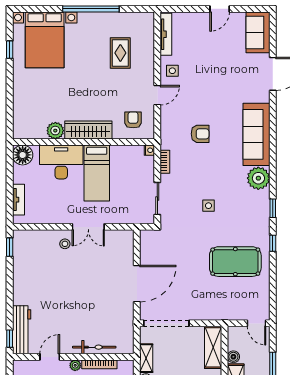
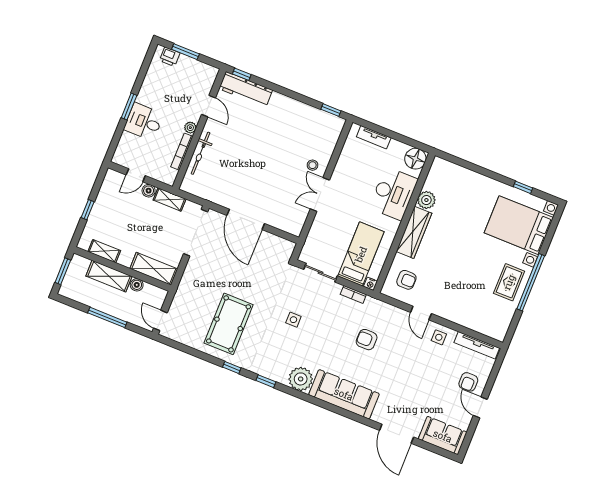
armchair: (201, 29) -> (468, 382), added
rug: (120, 53) -> (509, 282), moved, turned 90
armchair: (200, 134) -> (367, 340), turned 90
bed: (97, 173) -> (361, 254), moved, turned 90
door: (257, 323) -> (160, 320), hinge flipped

